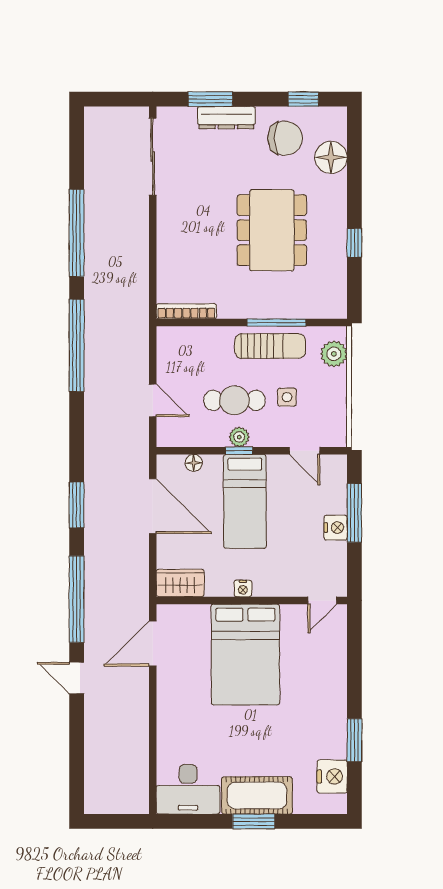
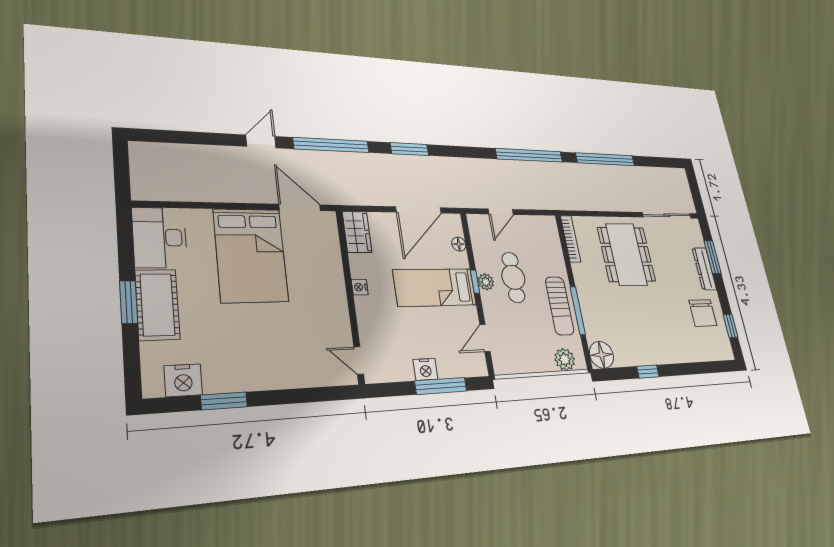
floor lamp: (331, 157) -> (601, 355), moved
dining table: (272, 230) -> (626, 254), moved, turned 90
side table: (287, 397) -> (524, 321), removed
bed: (245, 655) -> (251, 255), moved, turned -90

